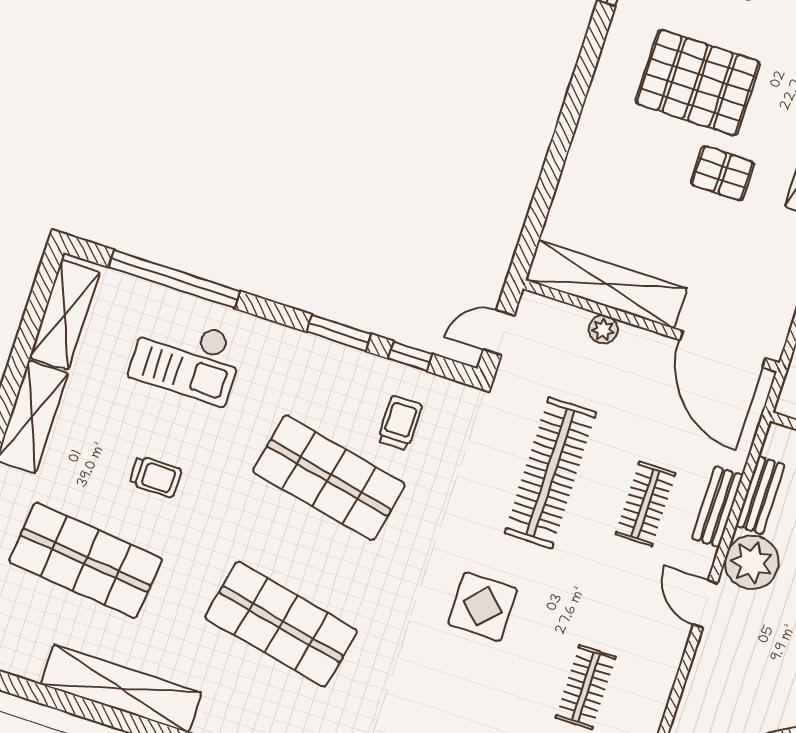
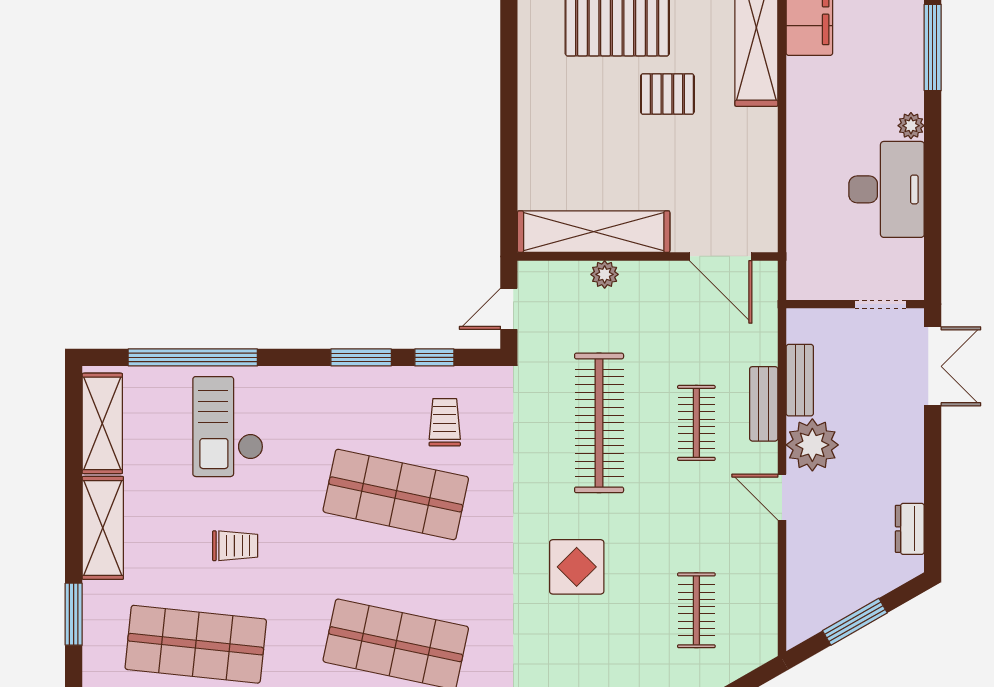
door: (722, 349) -> (721, 256), width x0.73
checkout: (187, 358) -> (228, 427), turned 90

